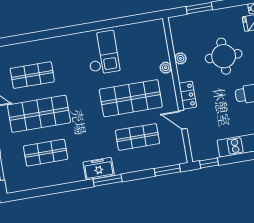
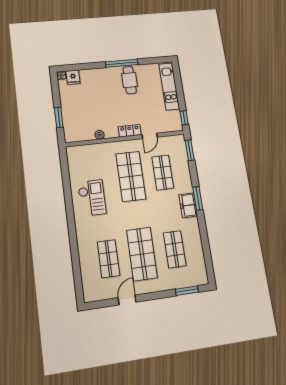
checkout: (102, 53) -> (92, 198), turned 90
round table: (224, 56) -> (99, 101), removed
plant: (166, 68) -> (107, 147), removed

